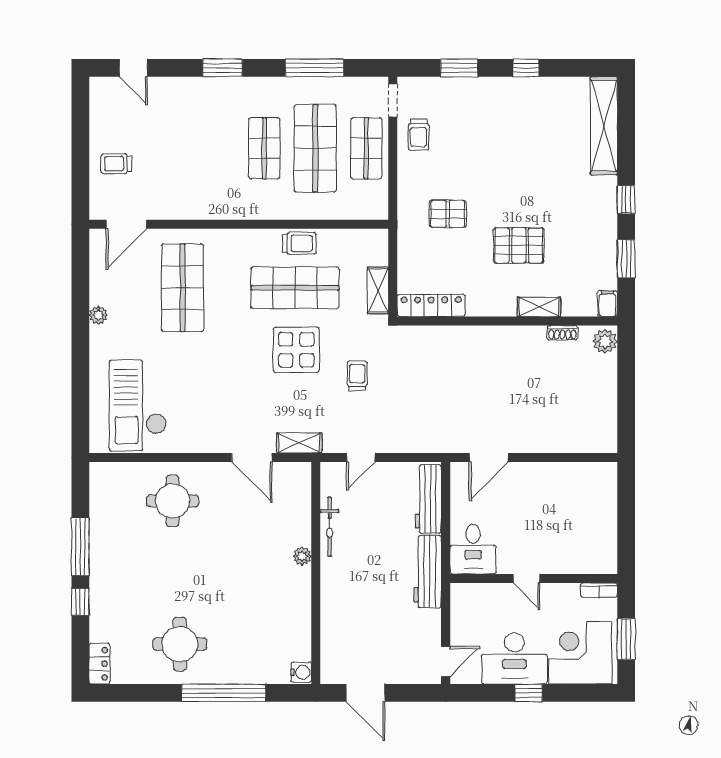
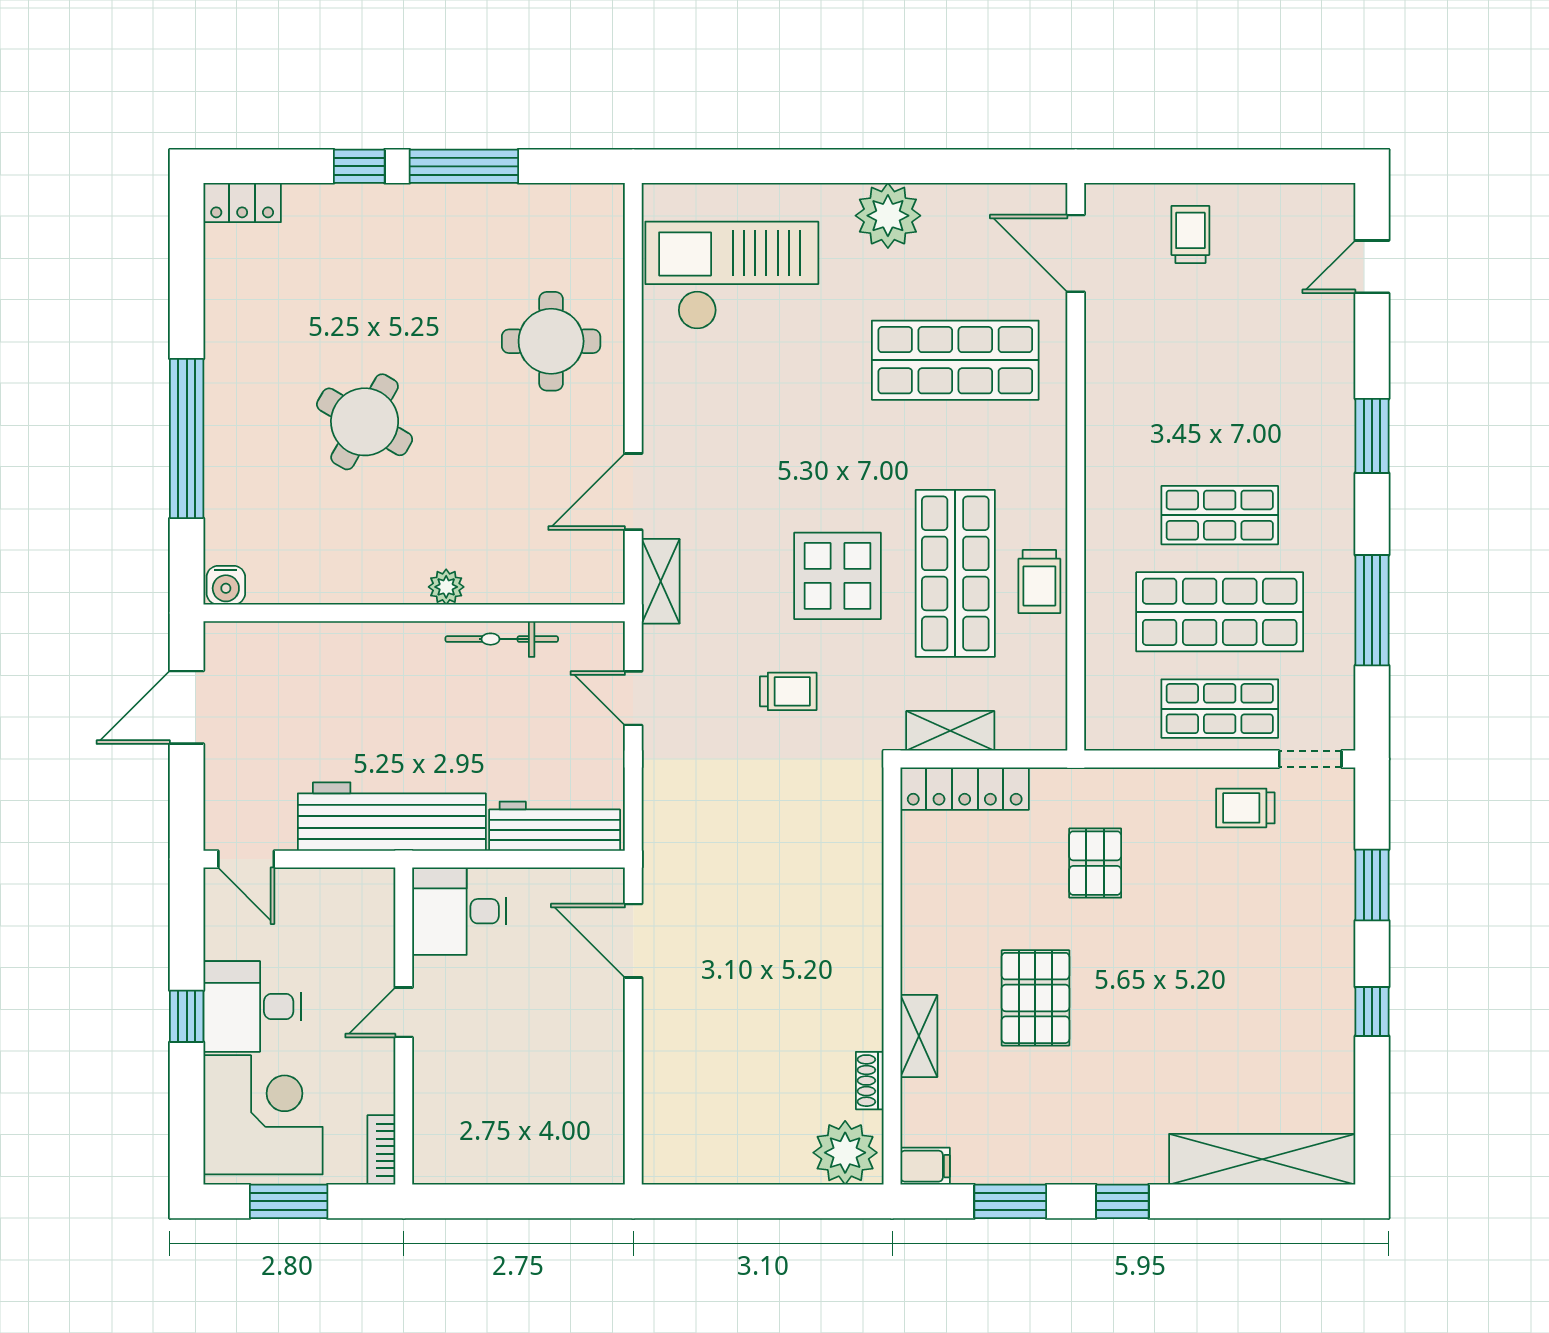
locker: (431, 305) -> (965, 789), moved, turned 90
plant: (98, 315) -> (888, 216), width x1.87, depth x1.87
plant: (605, 341) -> (845, 1153), width x1.36, depth x1.36
workbench: (428, 572) -> (392, 817), width x1.36, depth x1.32
round table: (180, 644) -> (365, 422), moved, turned 30
desk: (514, 658) -> (252, 1006), width x0.73

